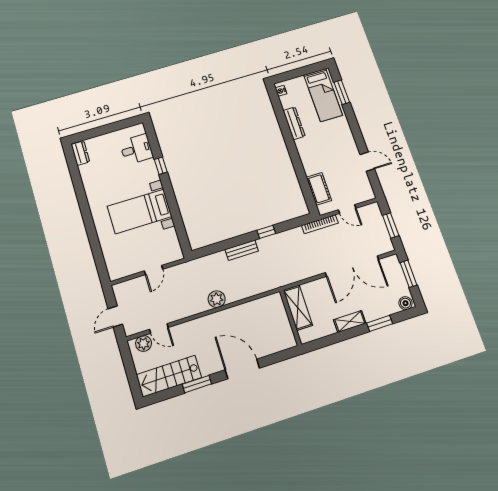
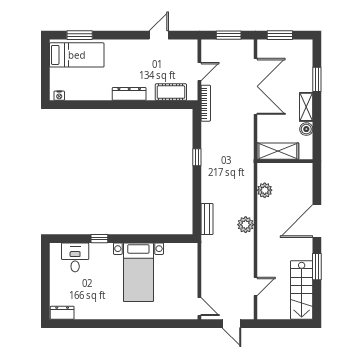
dresser: (294, 123) -> (129, 94), moved
bench: (242, 250) -> (207, 219), moved
door: (154, 270) -> (199, 307), moved
boiler: (405, 303) -> (306, 129), moved
plant: (144, 343) -> (265, 190), moved

